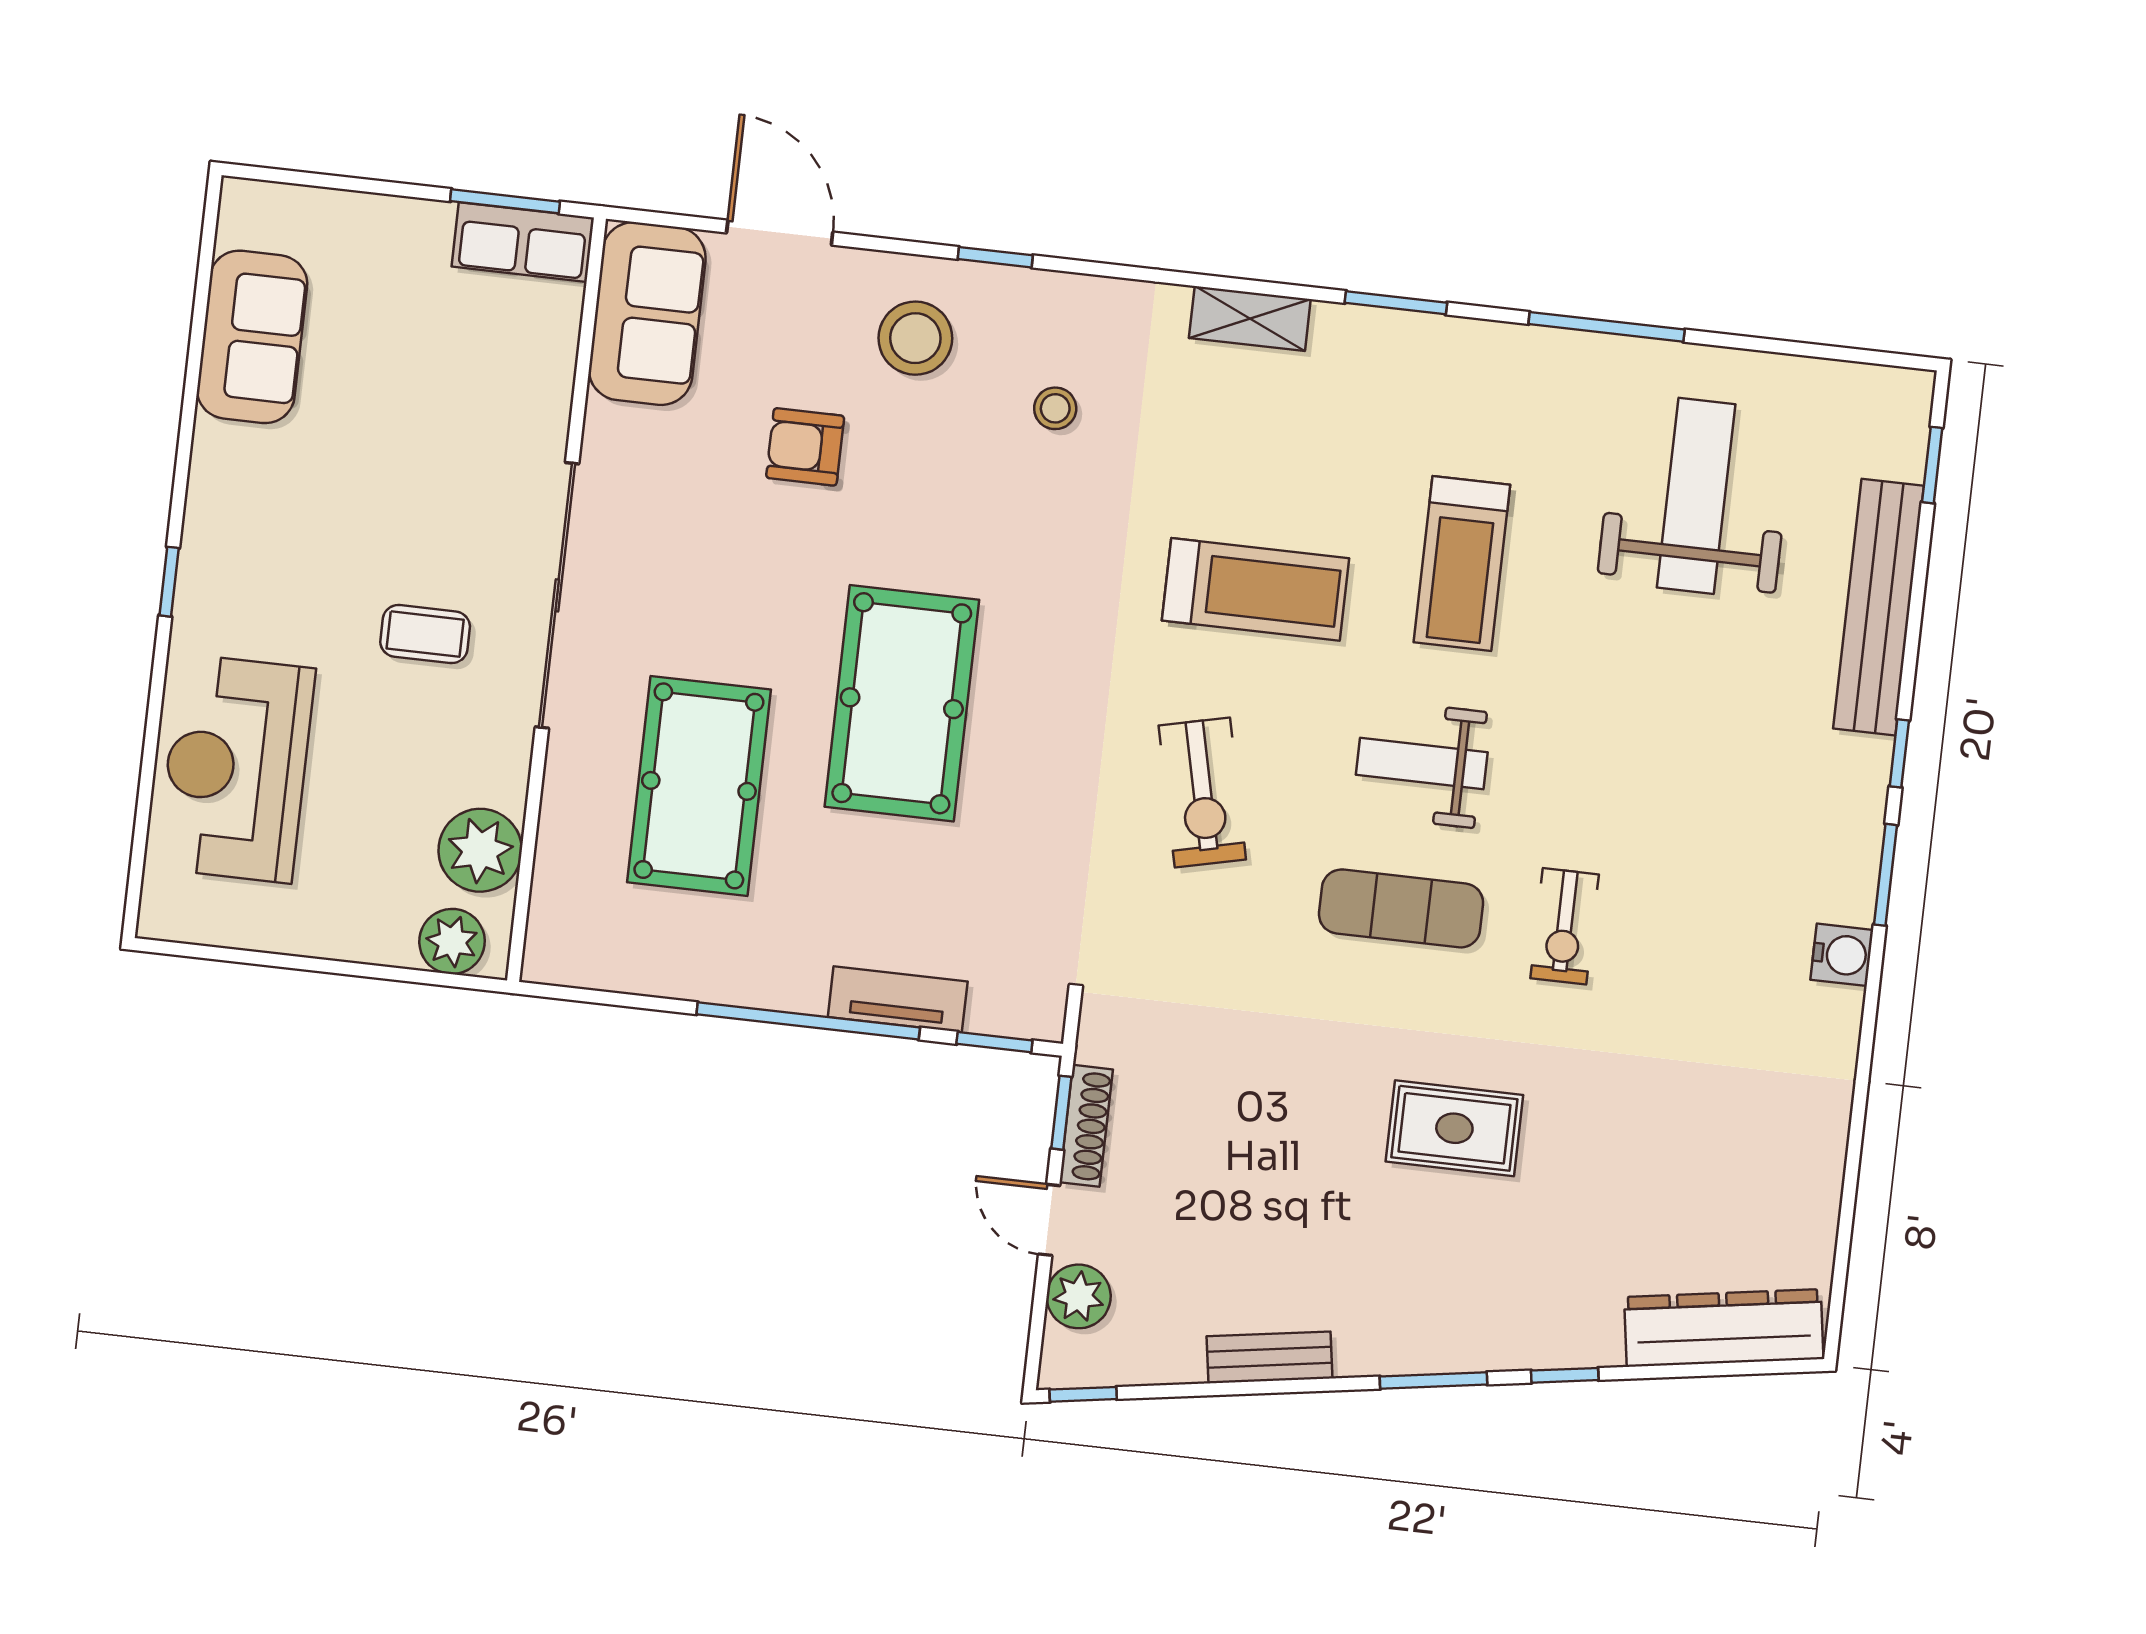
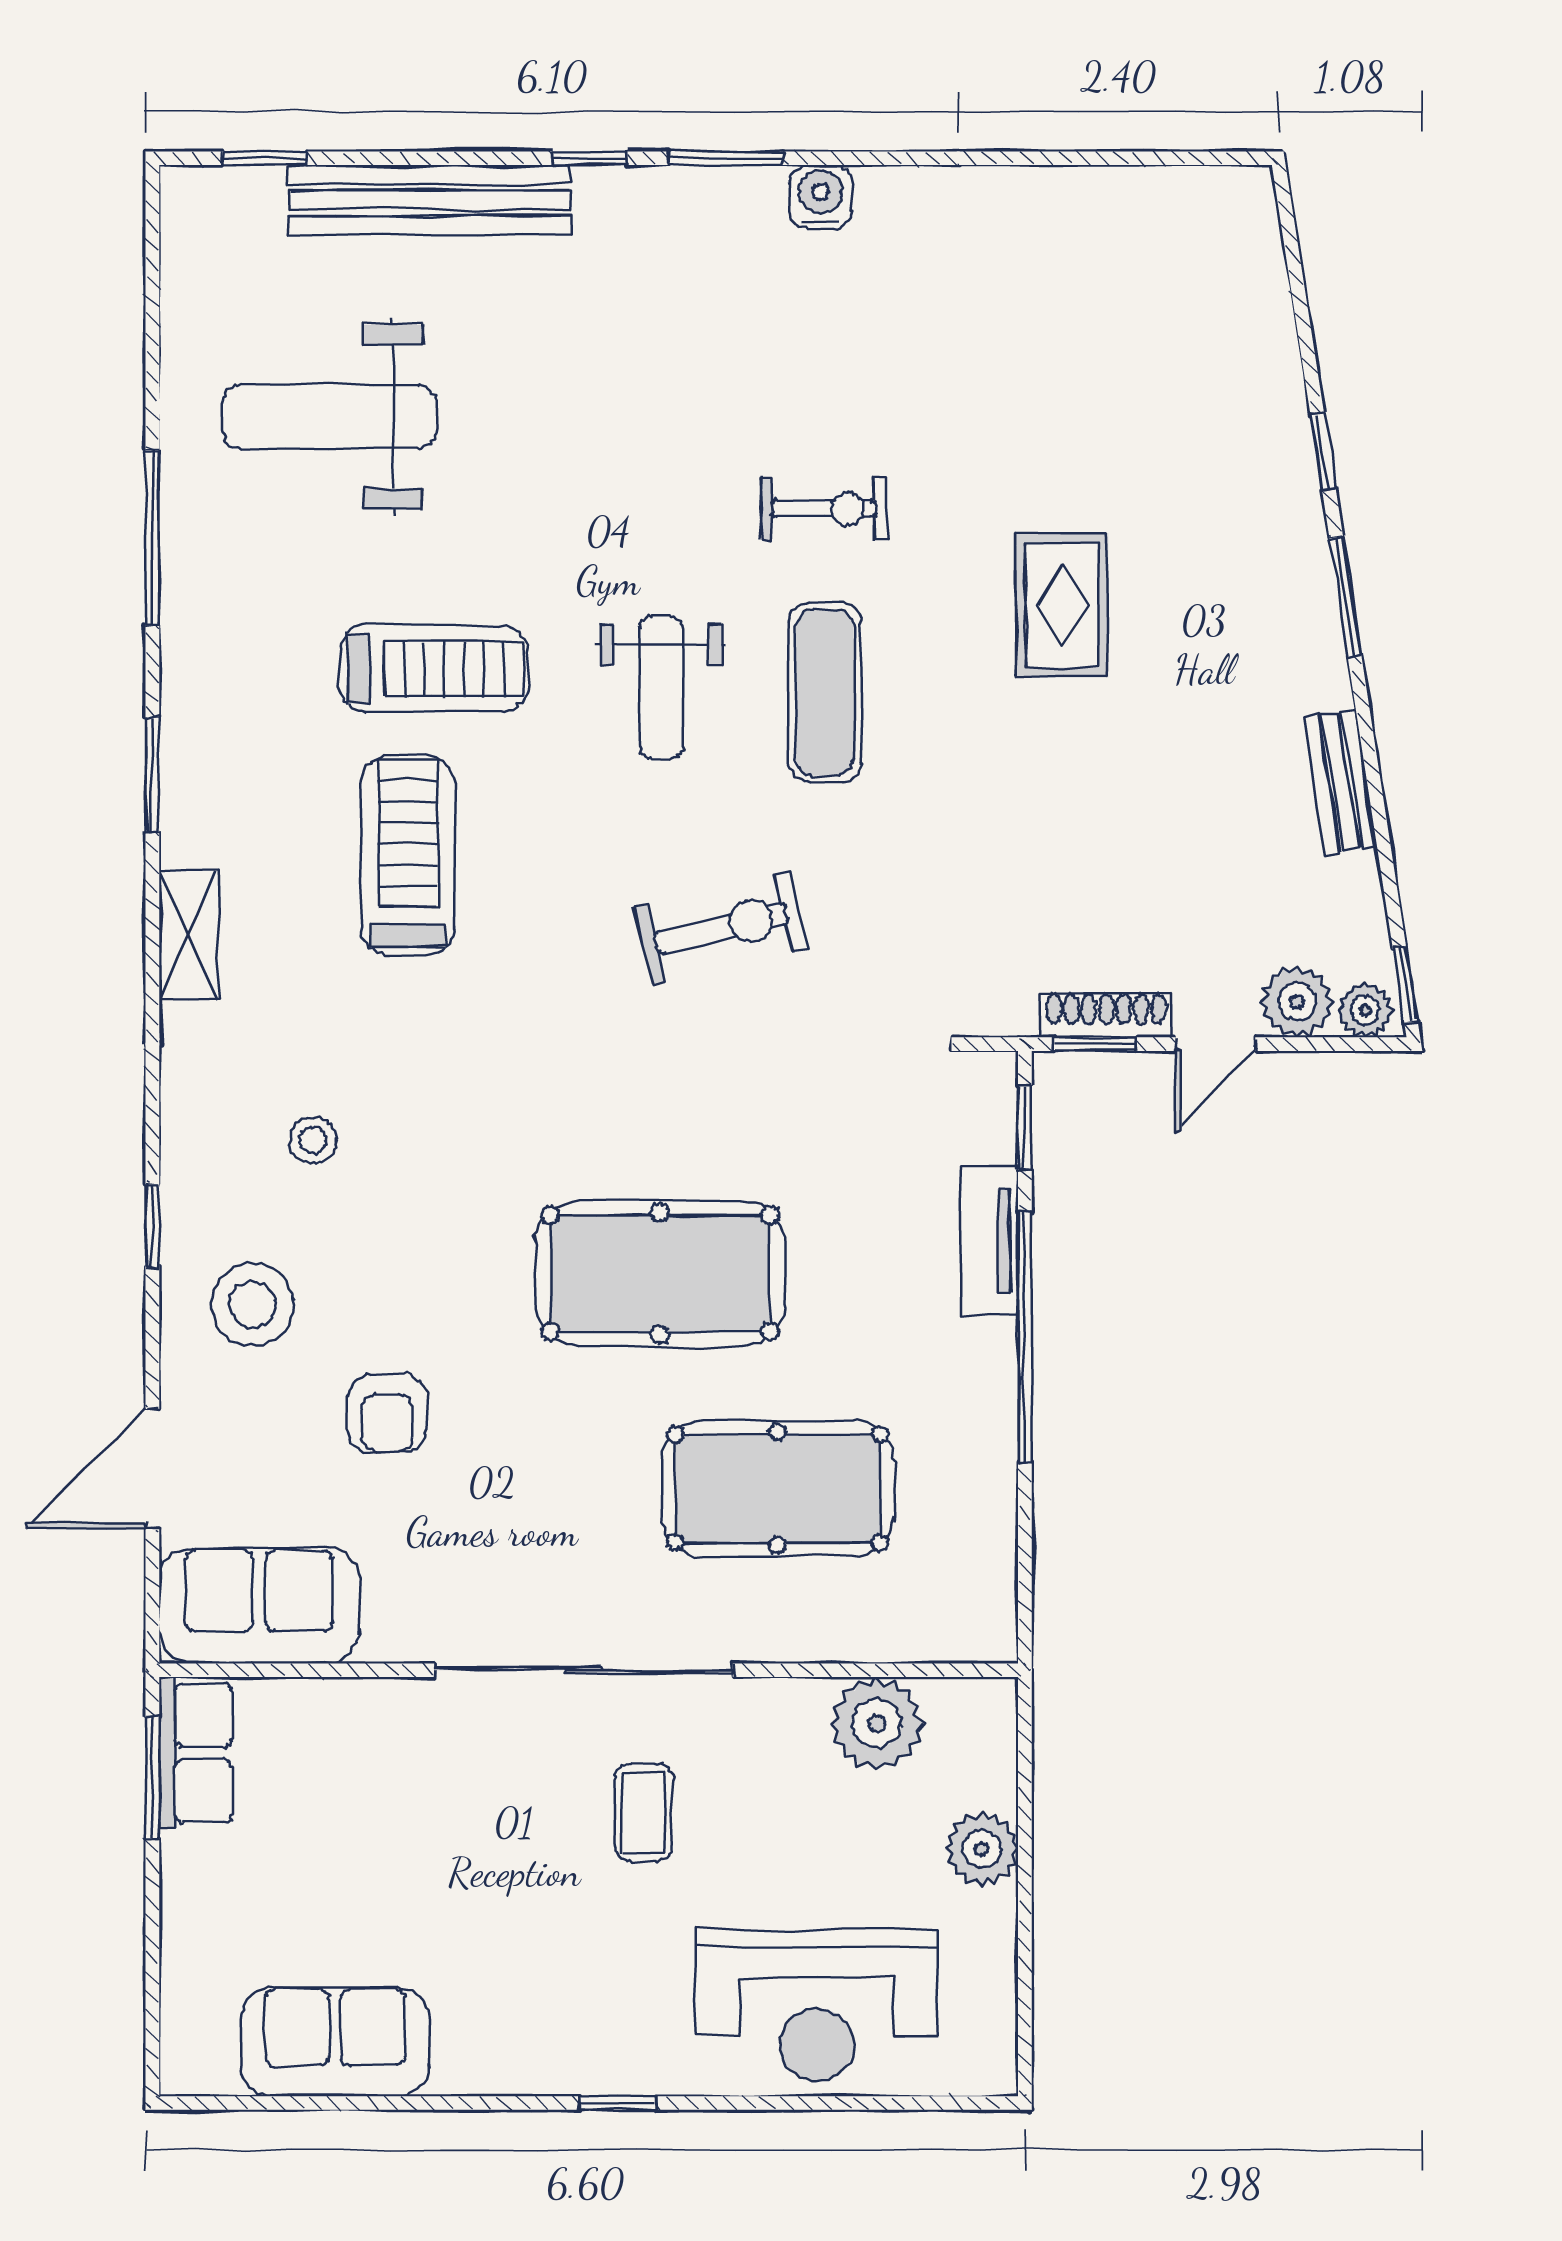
treadmill: (1255, 589) -> (408, 855), moved
plant: (452, 941) -> (982, 1849), moved
dresser: (1724, 1328) -> (1250, 281), removed
plant: (1064, 1356) -> (1365, 1010), added

